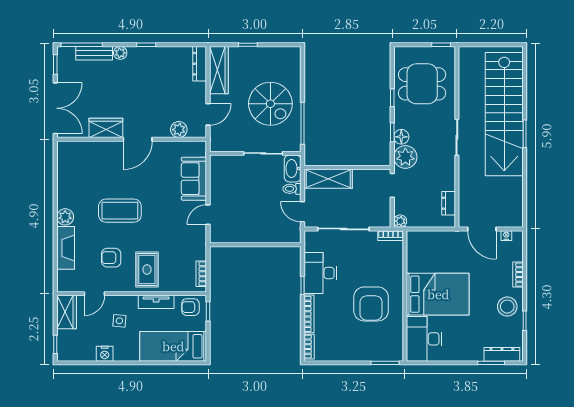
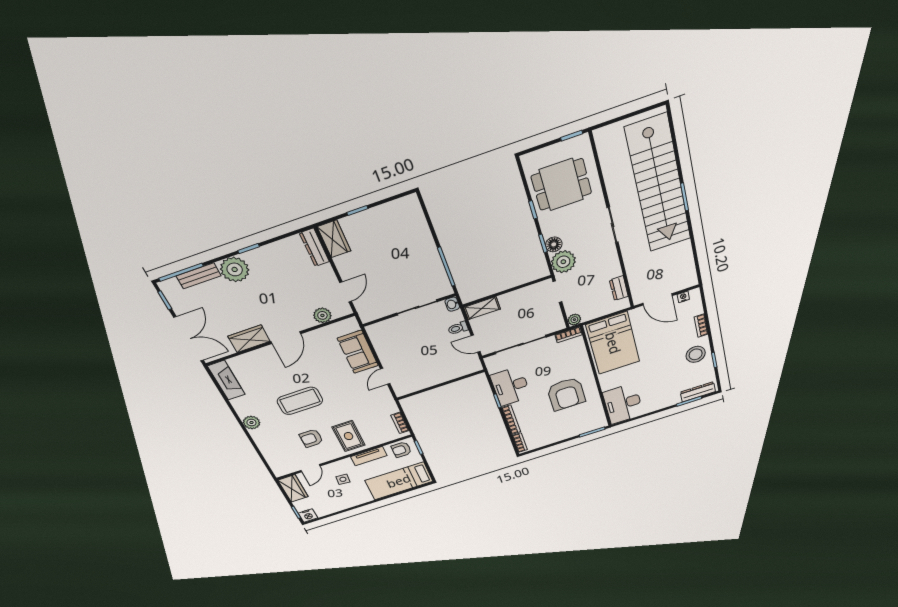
plant: (120, 53) -> (235, 269), width x1.87, depth x1.87
wardrobe: (219, 70) -> (334, 239), width x0.67
spiral stairs: (270, 104) -> (406, 260), removed
washbasin: (293, 168) -> (452, 304), width x0.52, depth x0.69
shelving: (328, 179) -> (482, 308), width x0.67, depth x0.75
fireplace: (66, 248) -> (226, 380), moved
bed: (438, 294) -> (613, 343), moved, turned 90
nightstand: (105, 354) -> (308, 516), moved

